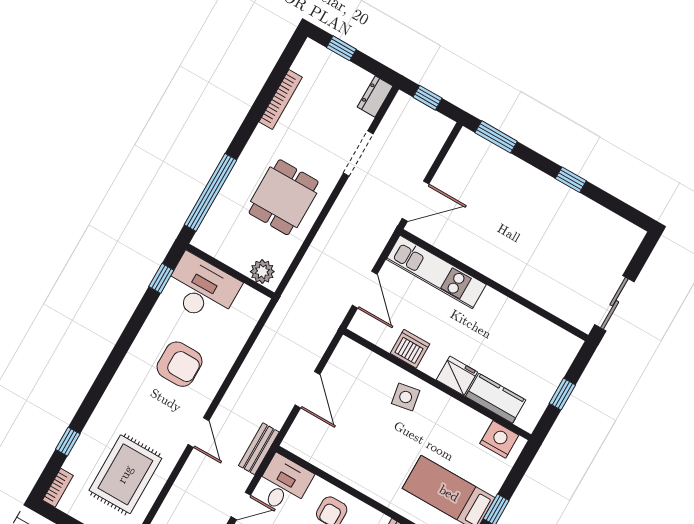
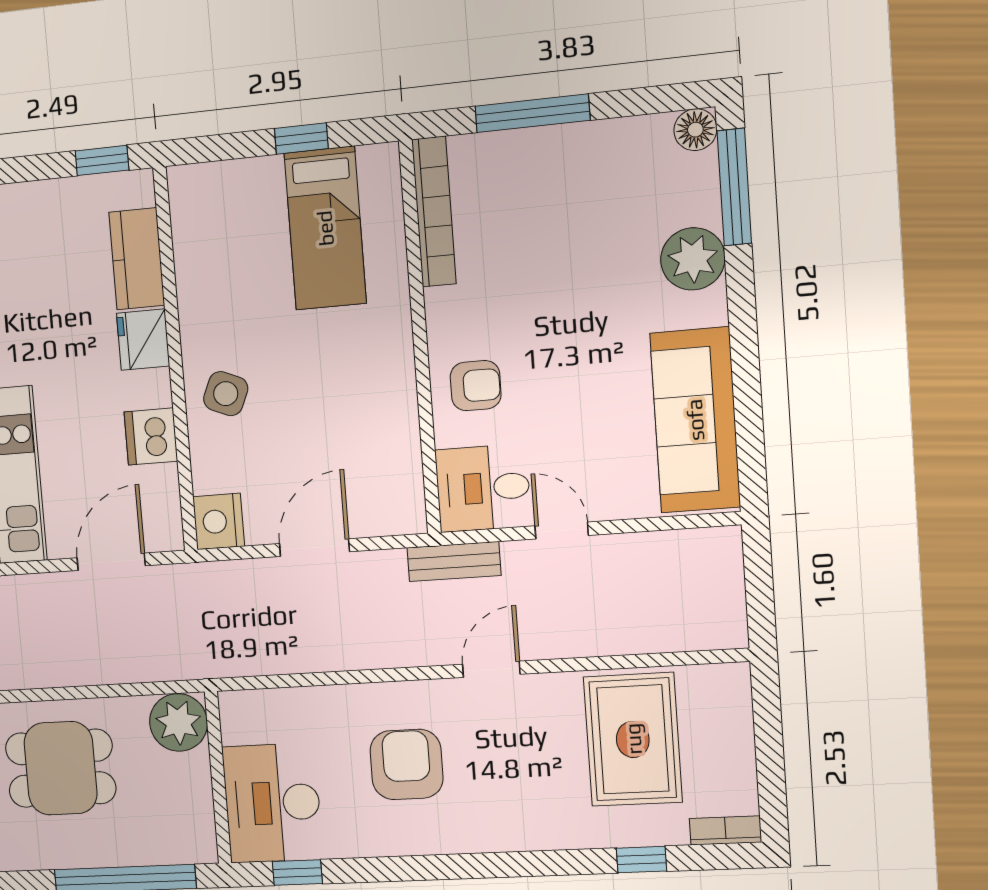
plant: (262, 272) -> (179, 722), width x1.36, depth x1.36
window: (562, 394) -> (102, 160), moved
side table: (406, 397) -> (226, 394), turned 33
nightstand: (499, 439) -> (219, 521), moved
rug: (125, 474) -> (633, 739), turned 90

